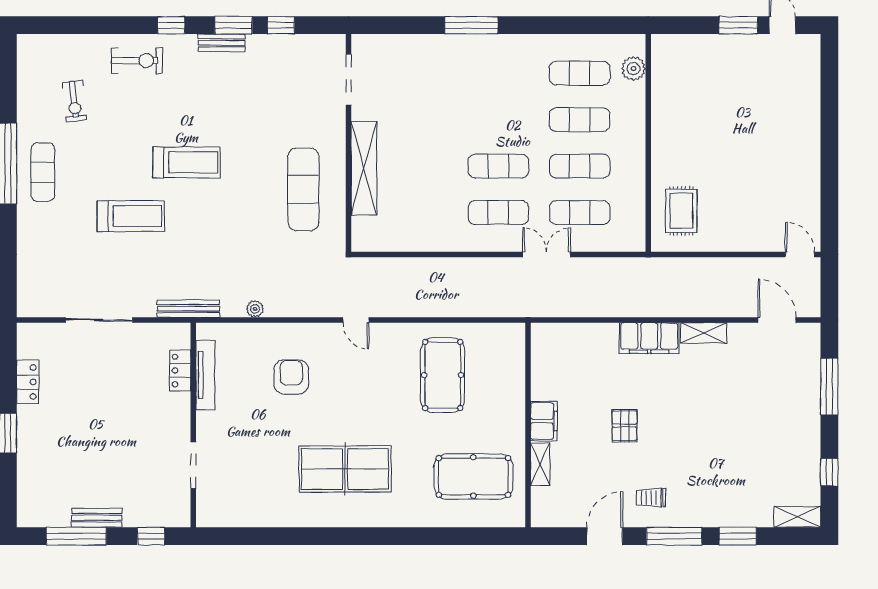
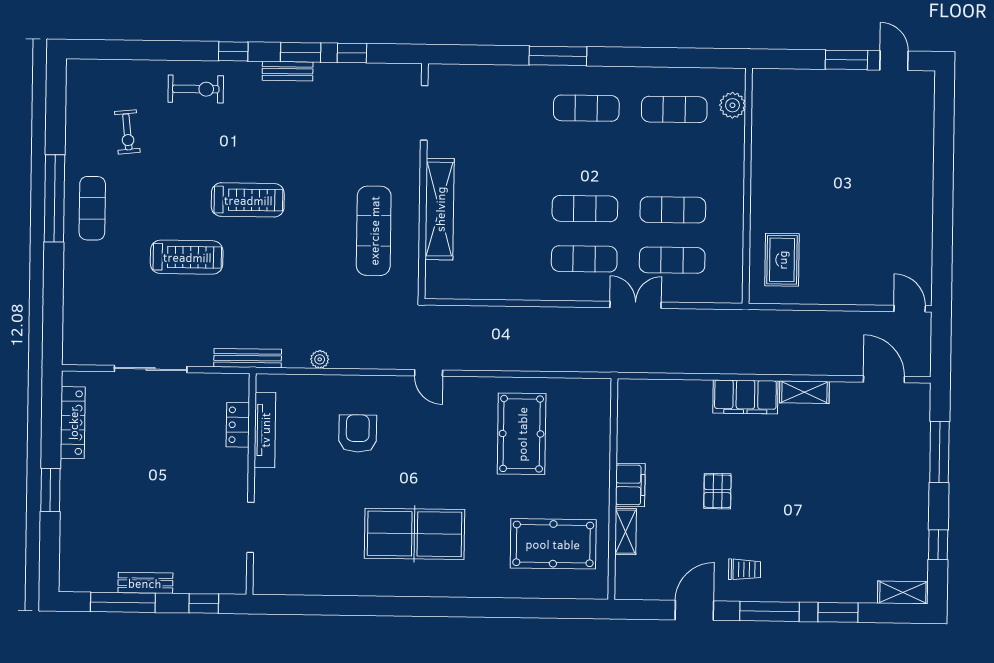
exercise mat: (580, 120) -> (586, 108), moved
locker: (28, 382) -> (73, 423), width x1.53
trolley: (651, 498) -> (745, 569), turned 180

